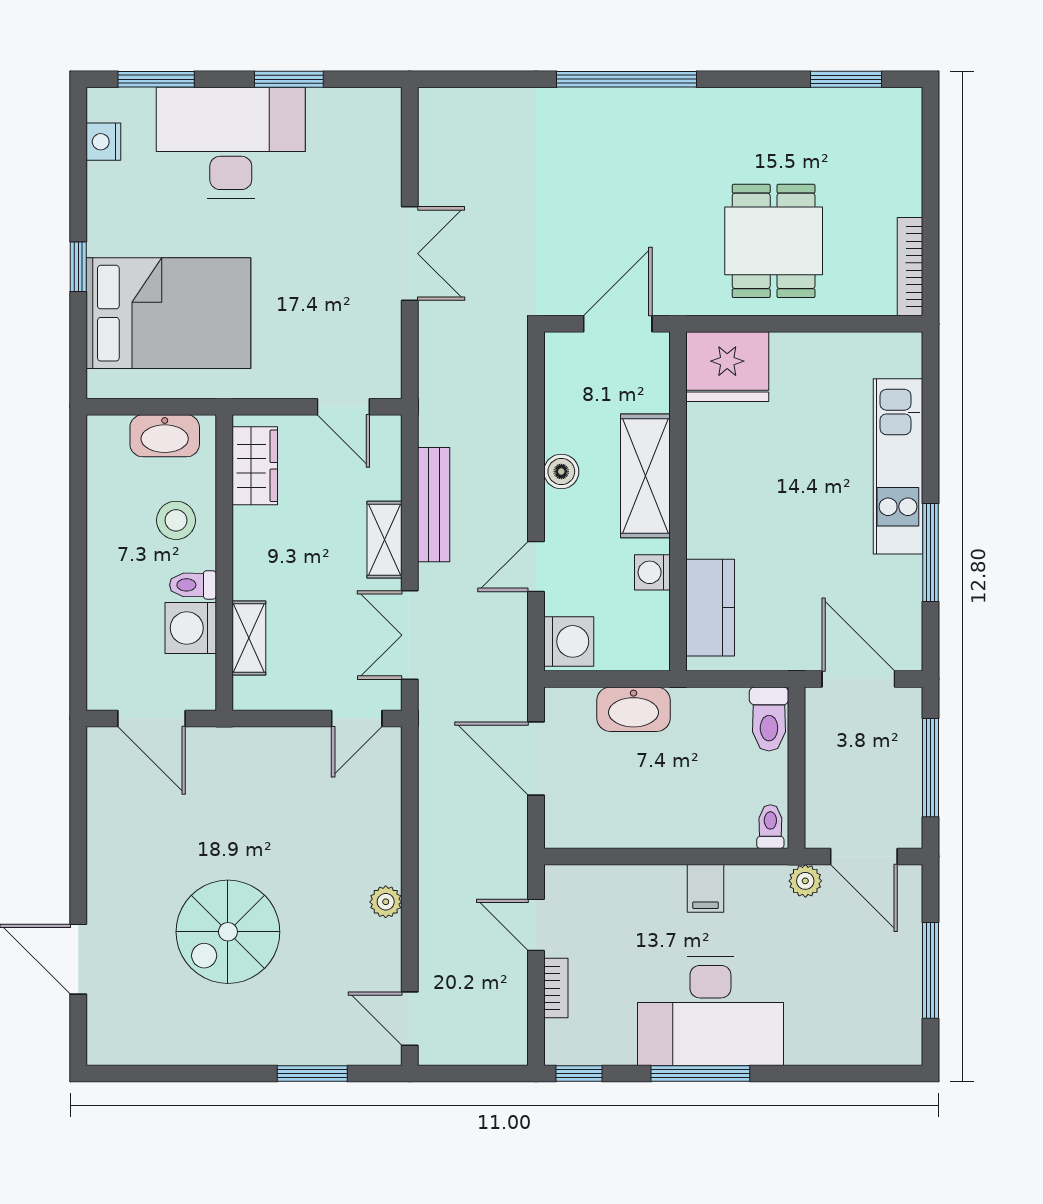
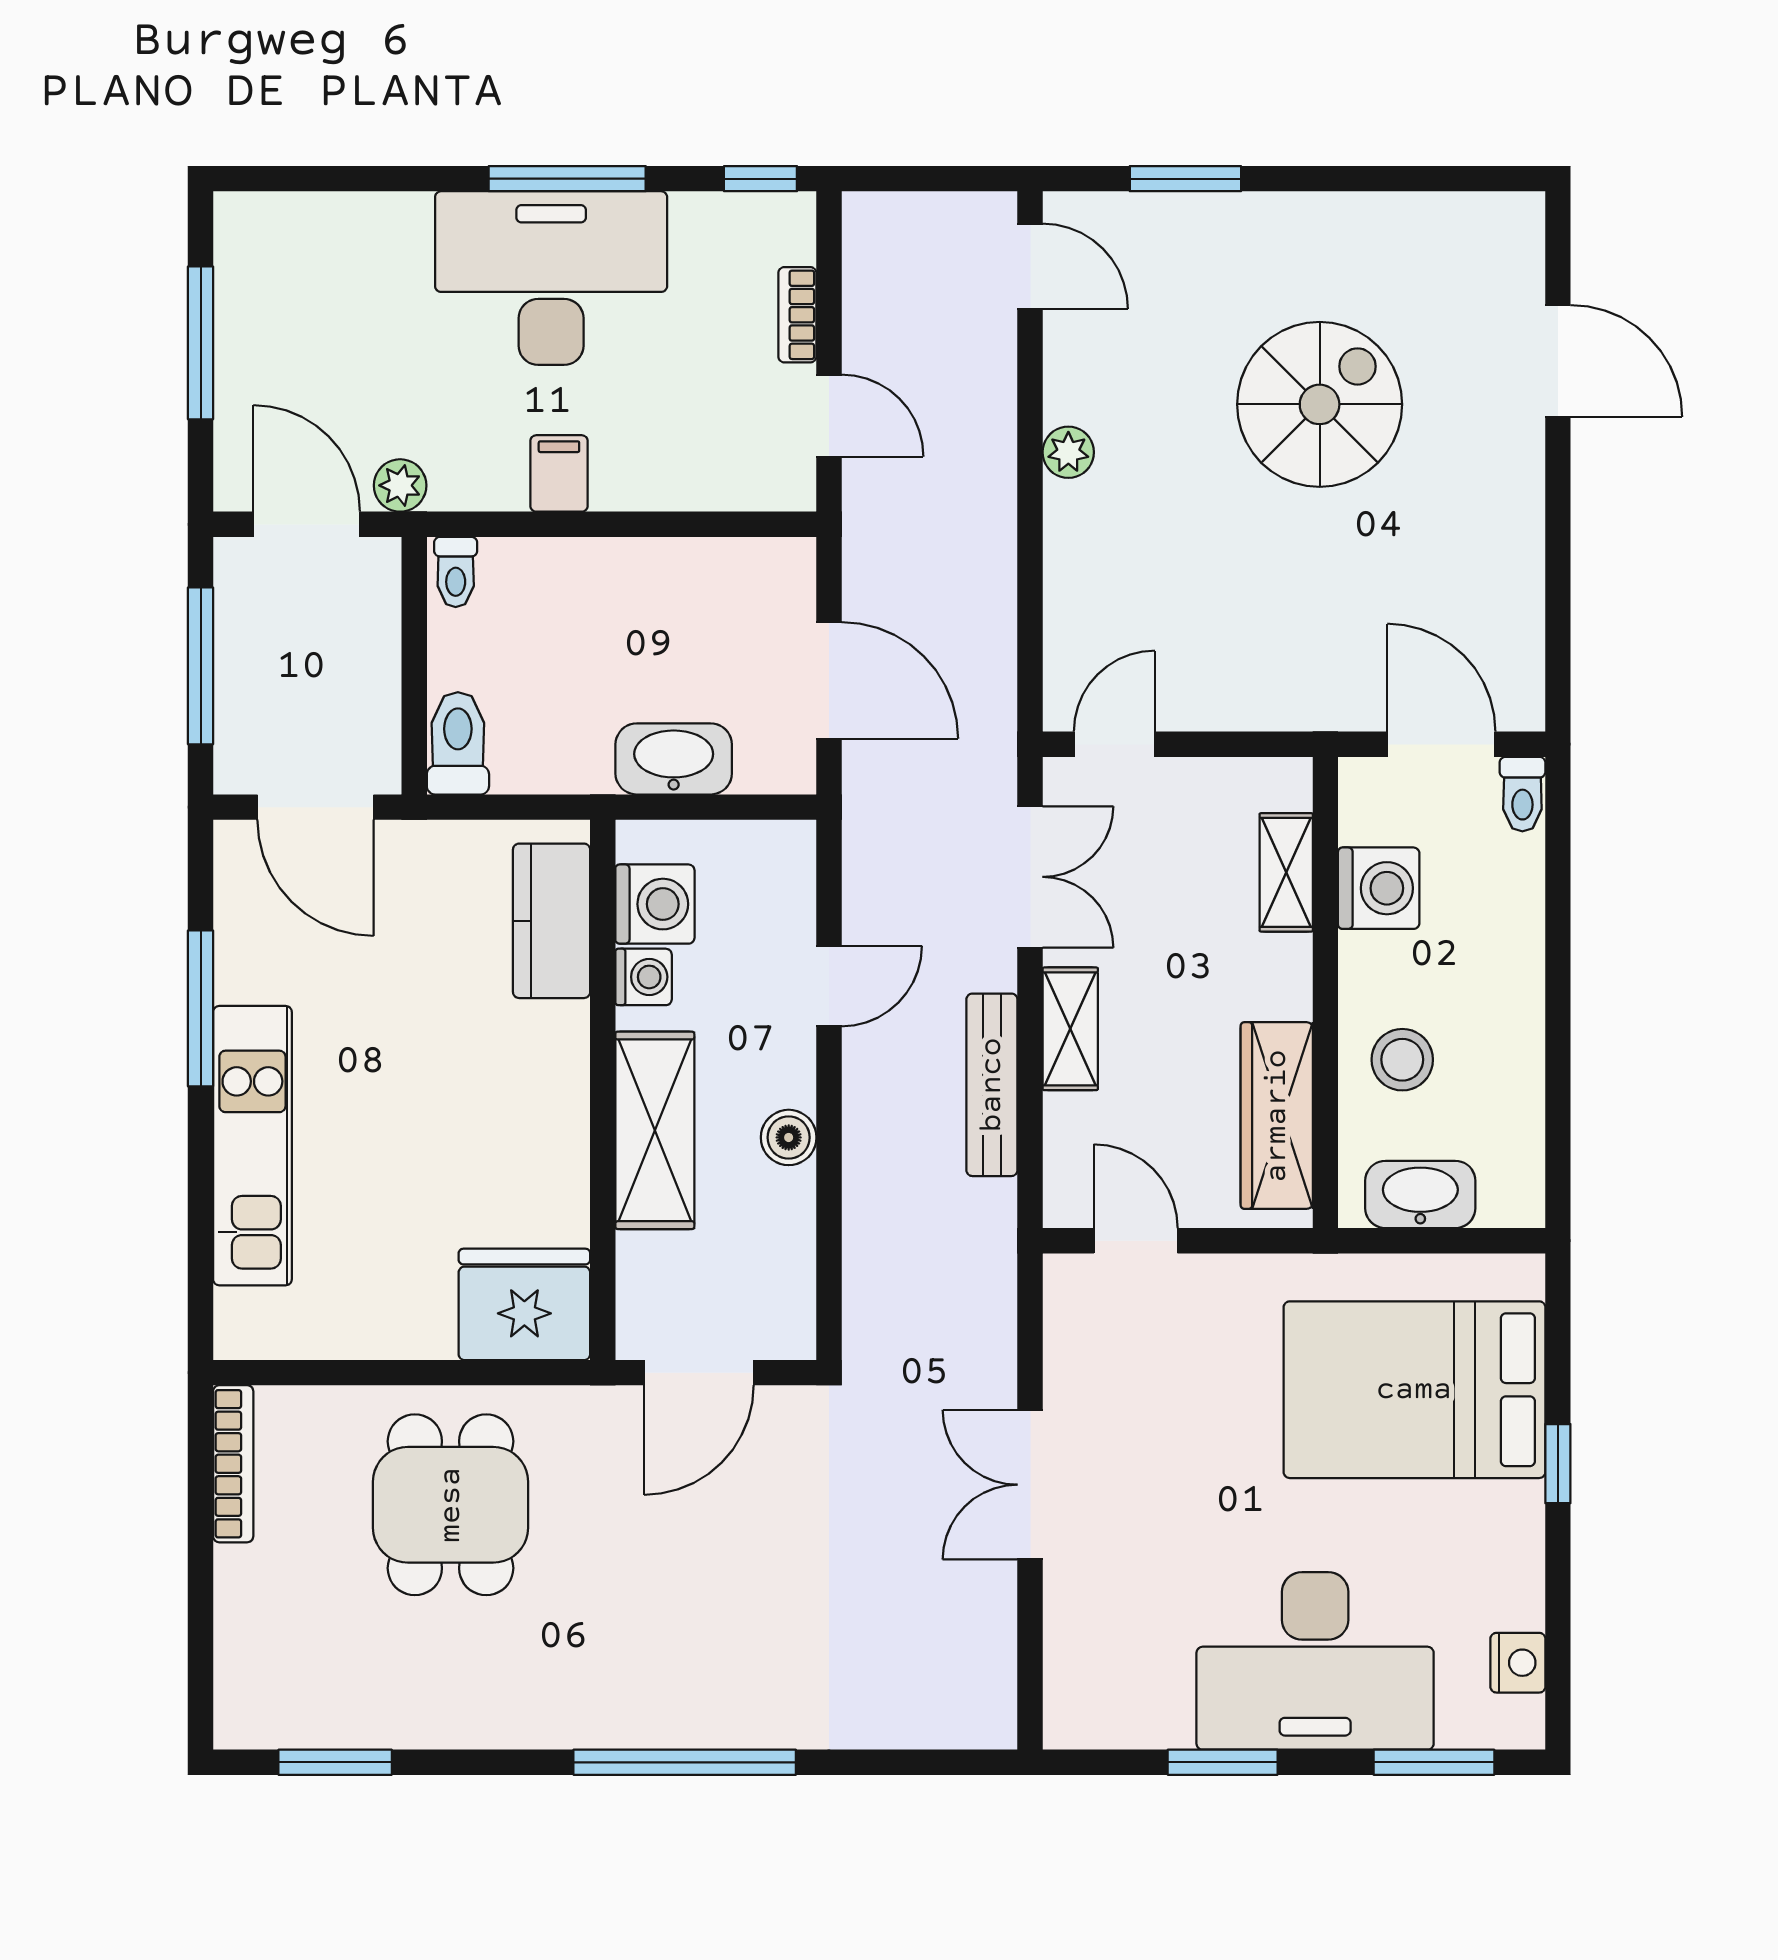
wardrobe: (255, 466) -> (1277, 1116), width x1.50
toilet: (193, 585) -> (1522, 794), moved, turned 90
washing machine: (569, 641) -> (655, 904), moved, turned 180

